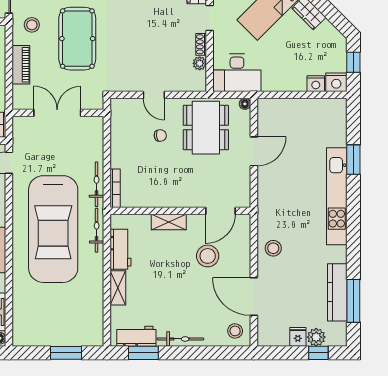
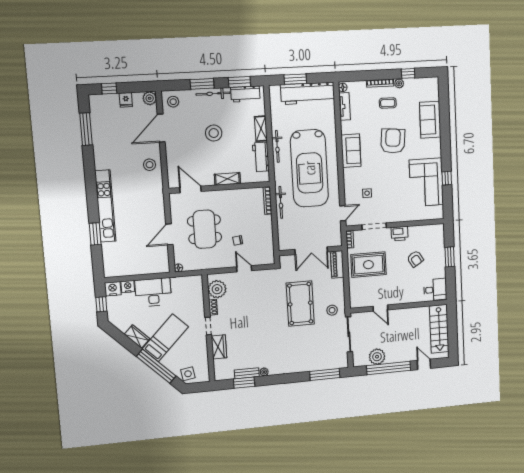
plant: (200, 63) -> (217, 289), width x1.88, depth x1.88
piano: (21, 65) -> (337, 264), moved
desk: (237, 73) -> (153, 292), moved
dining table: (206, 128) -> (205, 229), moved
door: (220, 211) -> (190, 190), hinge flipped
car: (53, 229) -> (309, 168), turned 180
bicycle: (97, 230) -> (277, 146), moved
stool: (208, 256) -> (214, 133), moved
kitchen counter: (337, 292) -> (99, 135), removed
door: (254, 297) -> (161, 128), swing flipped
workbench: (50, 333) -> (308, 93), added
plant: (316, 337) -> (150, 98), moved
window: (194, 353) -> (202, 84), added

